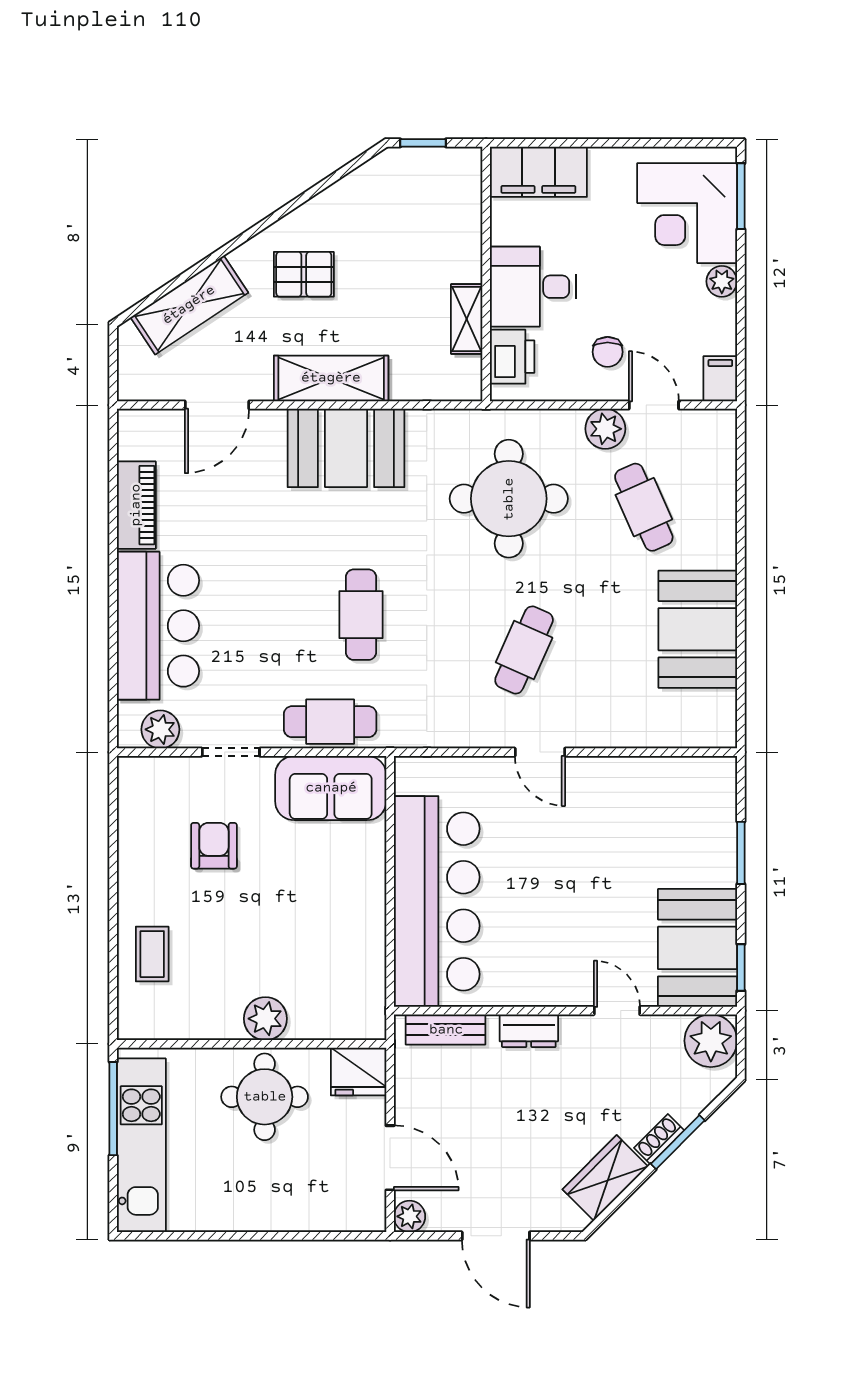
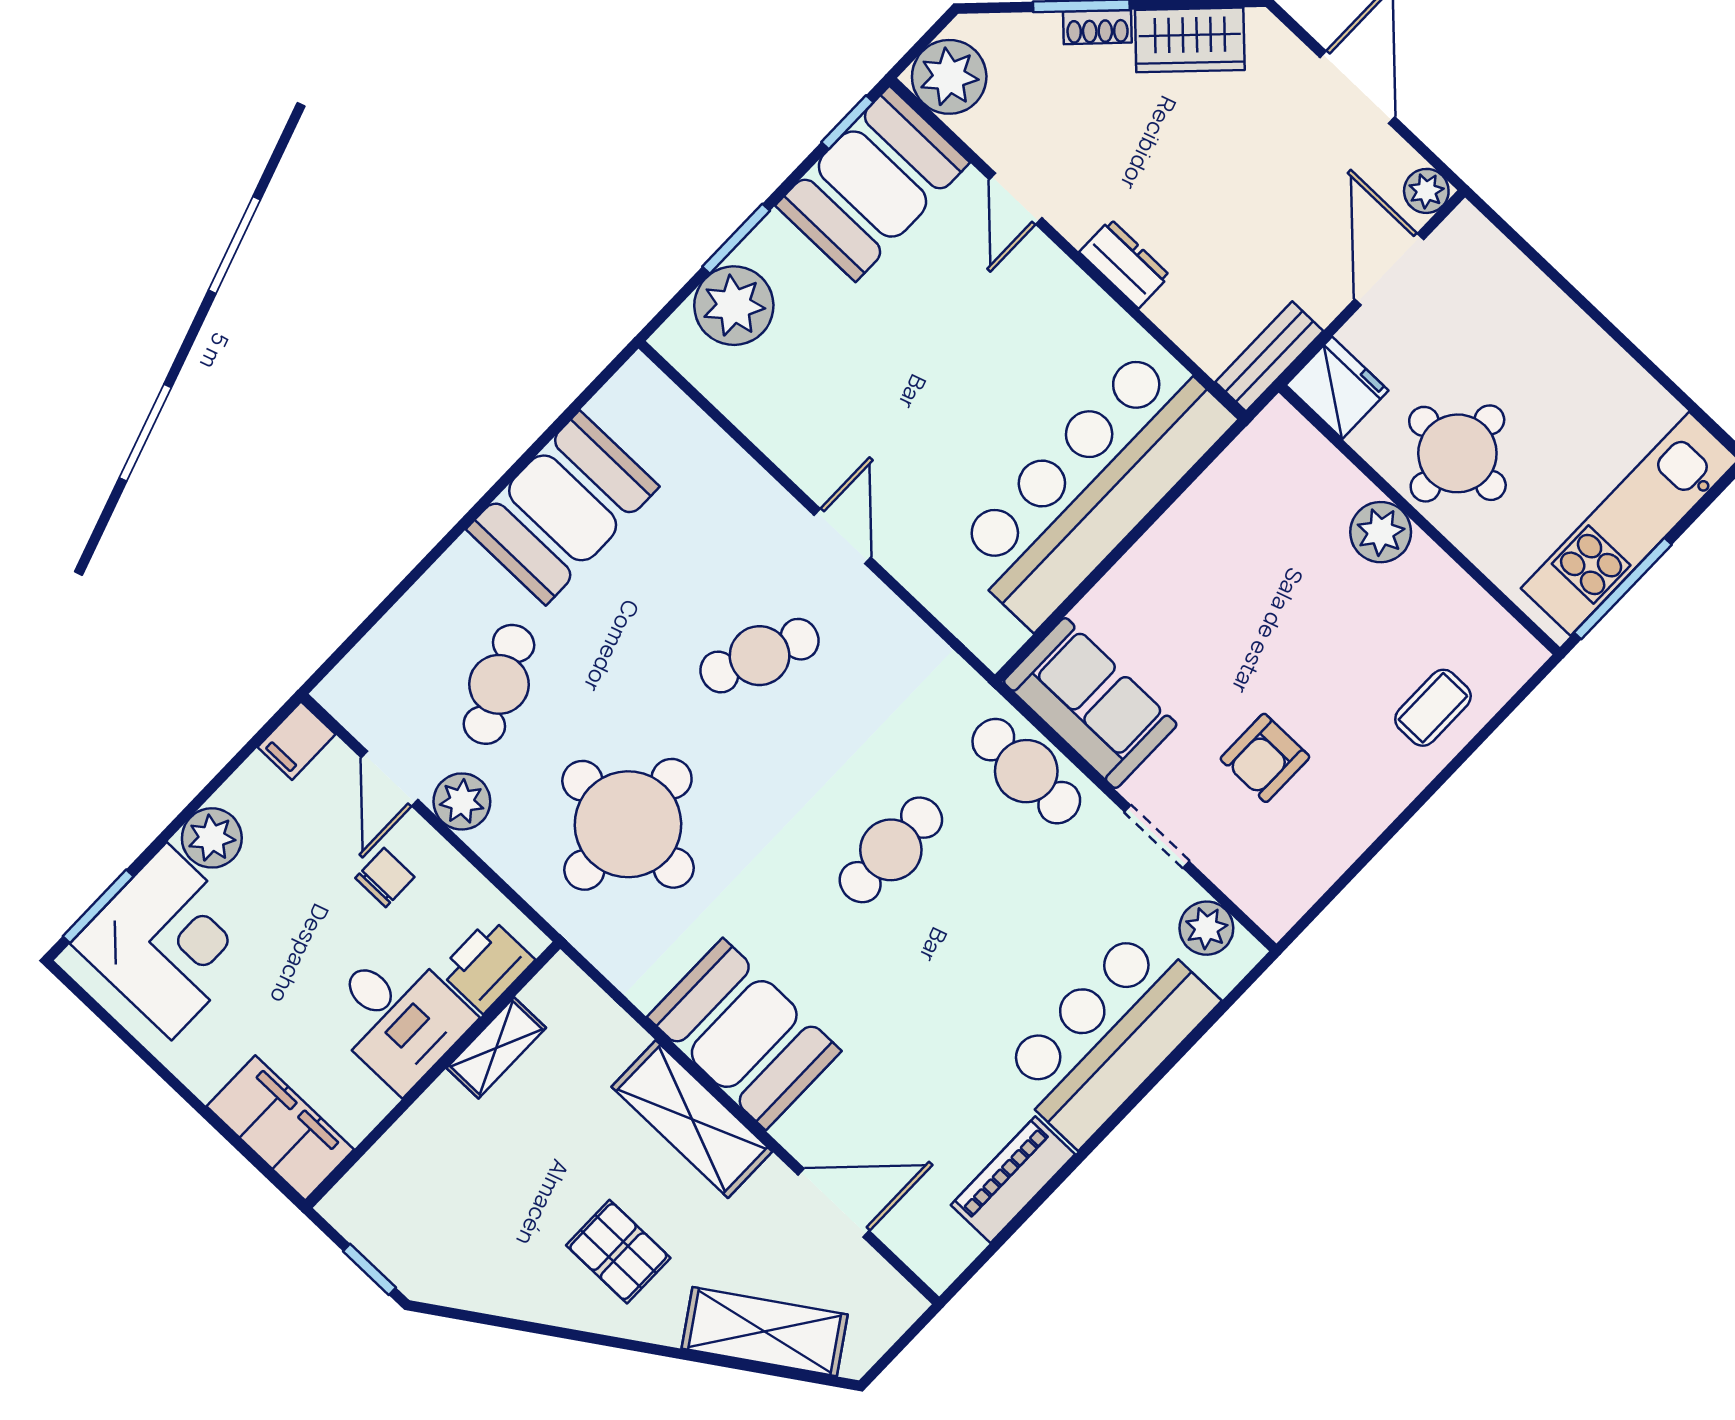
plant: (722, 281) -> (212, 838), width x1.38, depth x1.38
plant: (709, 817) -> (734, 306), added
bench: (446, 1030) -> (1269, 356), moved, turned 90

